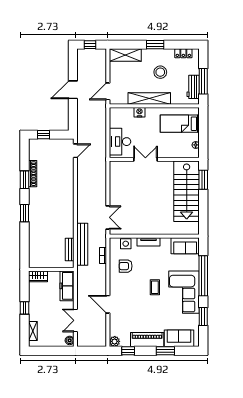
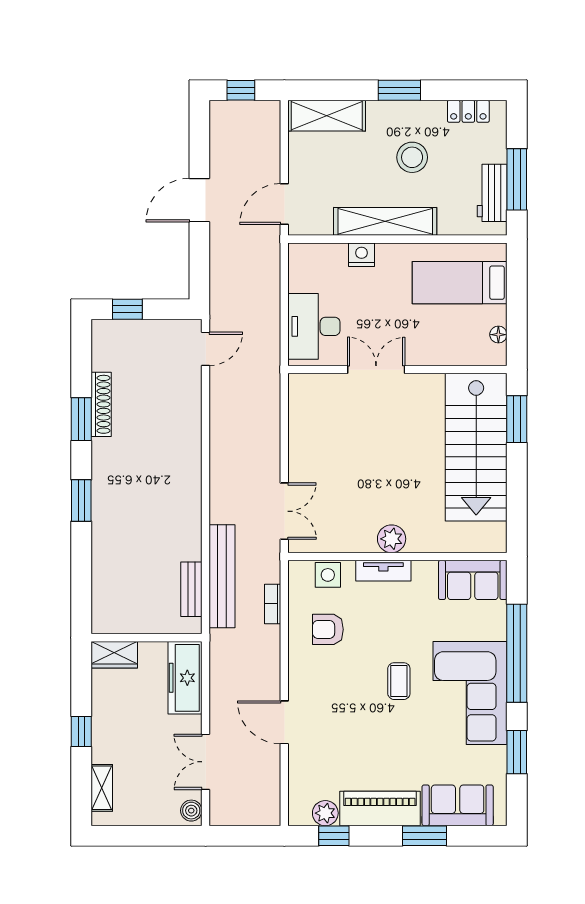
plant: (152, 229) -> (392, 539), added
plant: (115, 341) -> (325, 813), moved

